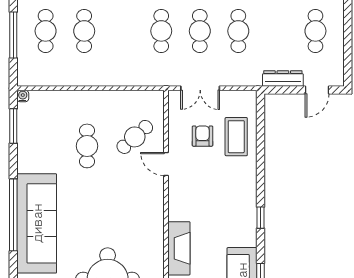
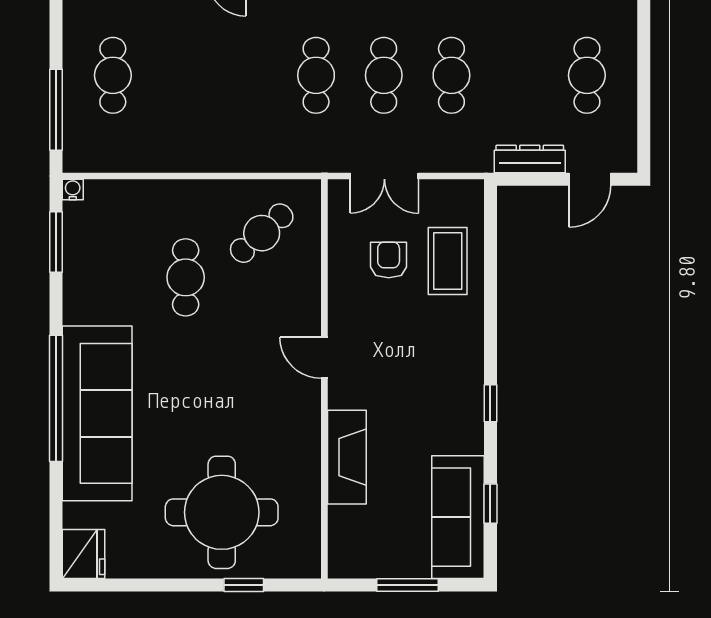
cafe table: (84, 31) -> (181, 75), removed
window: (13, 35) -> (56, 110), moved
cafe table: (135, 137) -> (262, 233), moved
door: (166, 164) -> (324, 358), moved

